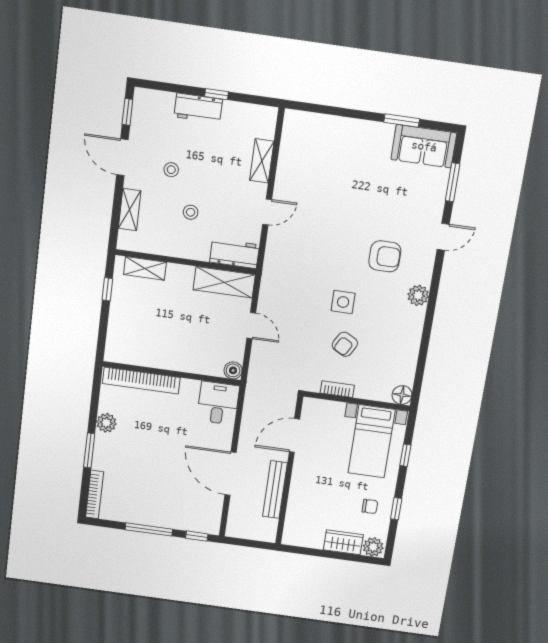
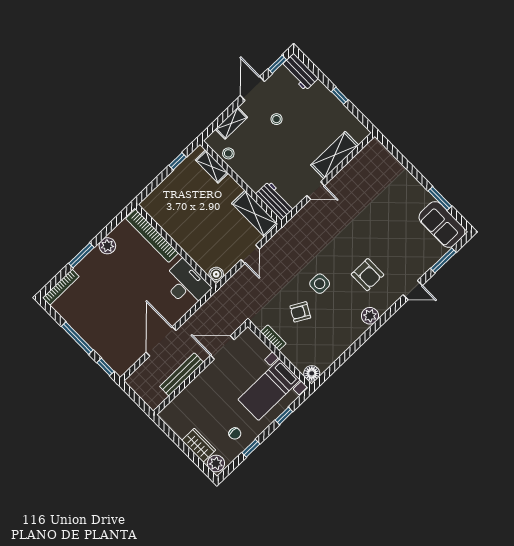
workbench: (198, 108) -> (300, 72), moved
shelving: (262, 161) -> (335, 155), width x1.50, depth x1.33
stool: (191, 212) -> (228, 153), moved
desk: (218, 403) -> (186, 284), width x1.37

